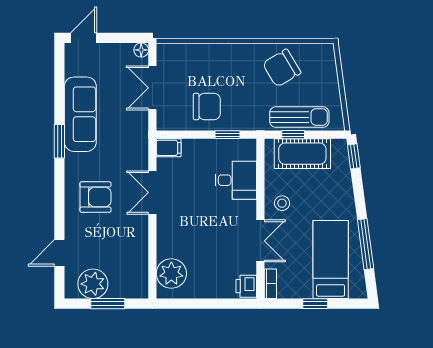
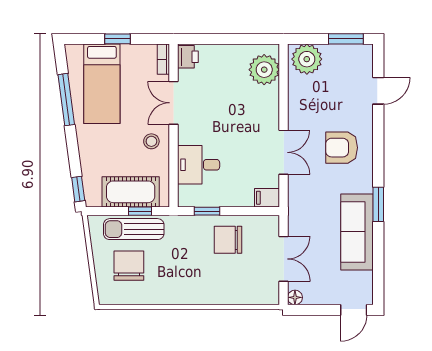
chair: (282, 68) -> (129, 266), moved, turned -59
plant: (93, 284) -> (307, 59), moved
window: (108, 304) -> (346, 39), moved

